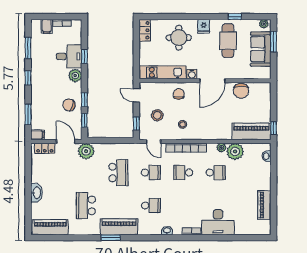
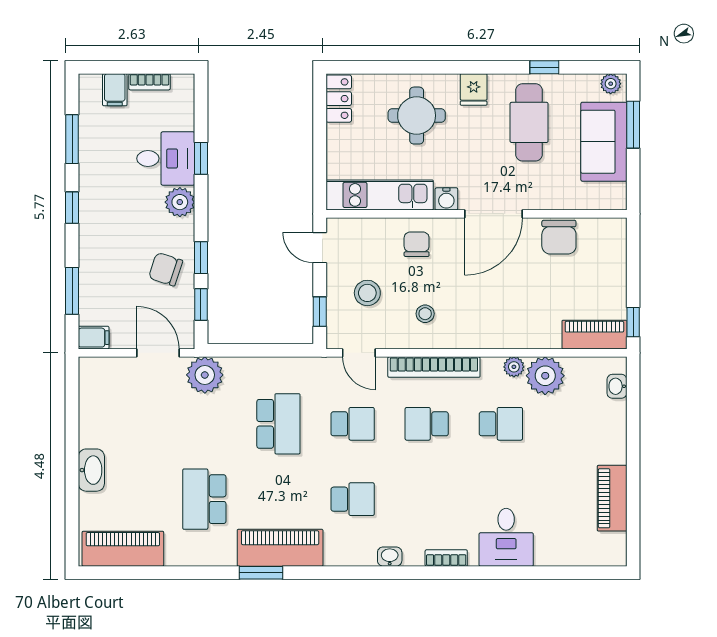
piano: (251, 131) -> (594, 335), width x0.73, depth x0.75
locker: (45, 148) -> (110, 368), removed
desk: (218, 222) -> (506, 537), width x0.73

